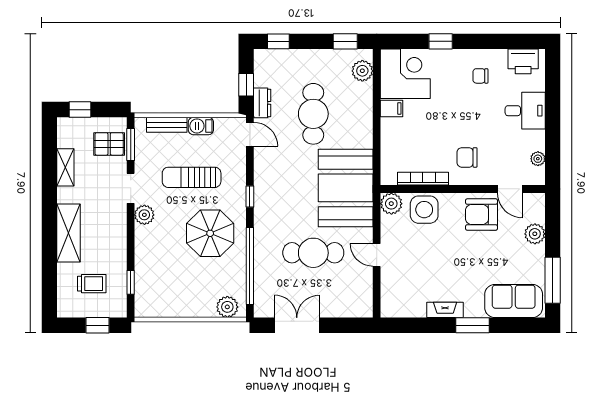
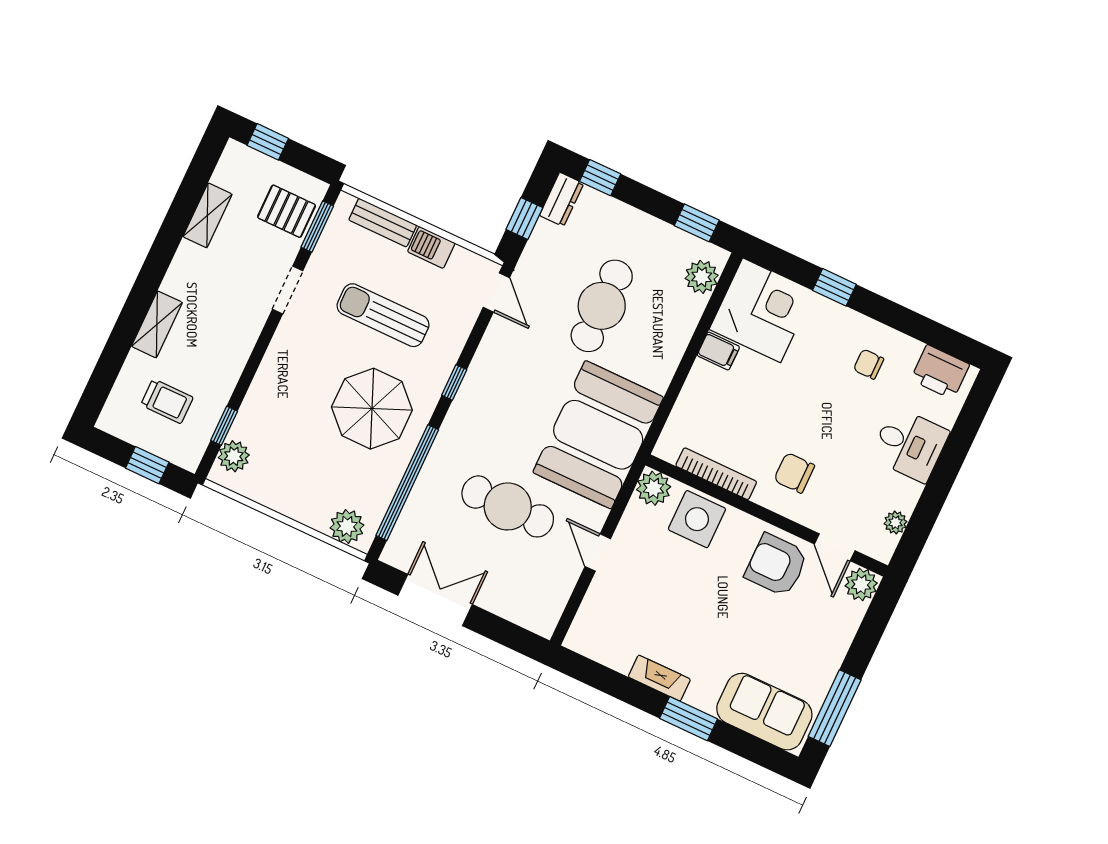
dresser: (262, 103) -> (562, 199), moved
plant: (144, 215) -> (234, 456), moved
shelving: (69, 233) -> (157, 324), width x0.67, depth x0.75
plant: (535, 234) -> (861, 584), moved

